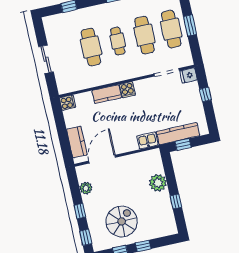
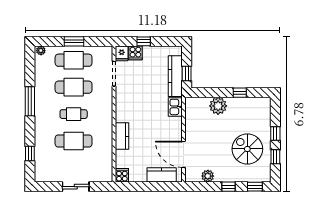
cooker: (127, 90) -> (135, 53), moved, turned 90

